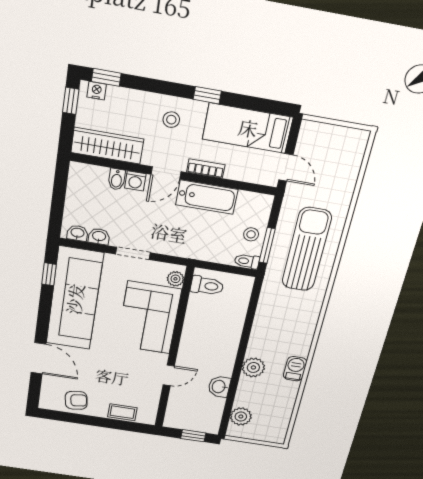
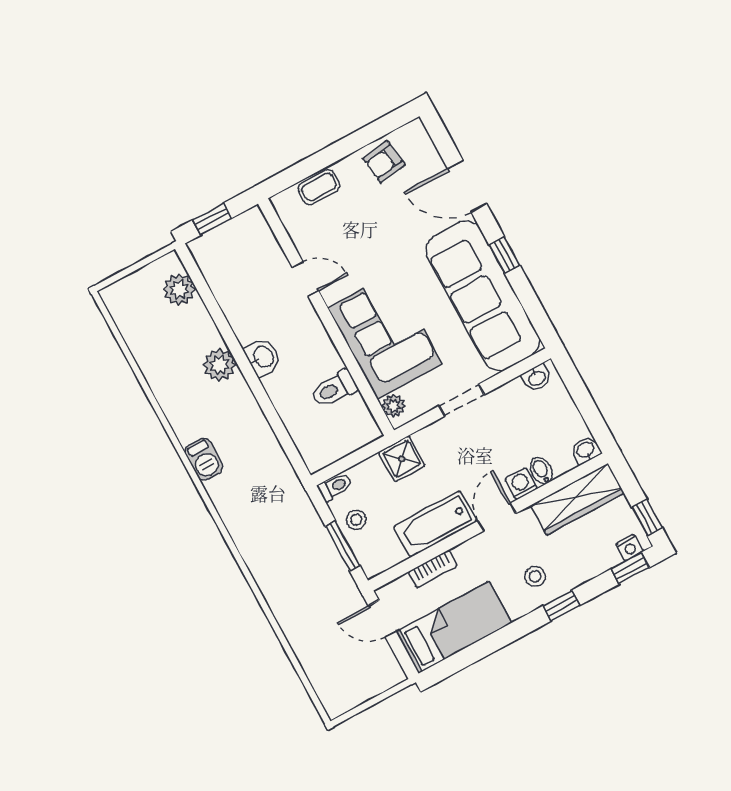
window: (207, 95) -> (561, 606), moved
bookcase: (206, 168) -> (433, 569), moved
washbasin: (99, 236) -> (586, 450), moved, turned 180
window: (267, 245) -> (343, 546), moved
shower: (195, 248) -> (402, 459), added
sun lounger: (307, 250) -> (284, 549), removed
window: (49, 274) -> (505, 255), moved
toilet: (207, 286) -> (334, 389), moved
barbecue: (295, 369) -> (204, 459), moved
door: (169, 375) -> (305, 279), swing flipped
washbasin: (219, 387) -> (263, 357), moved

